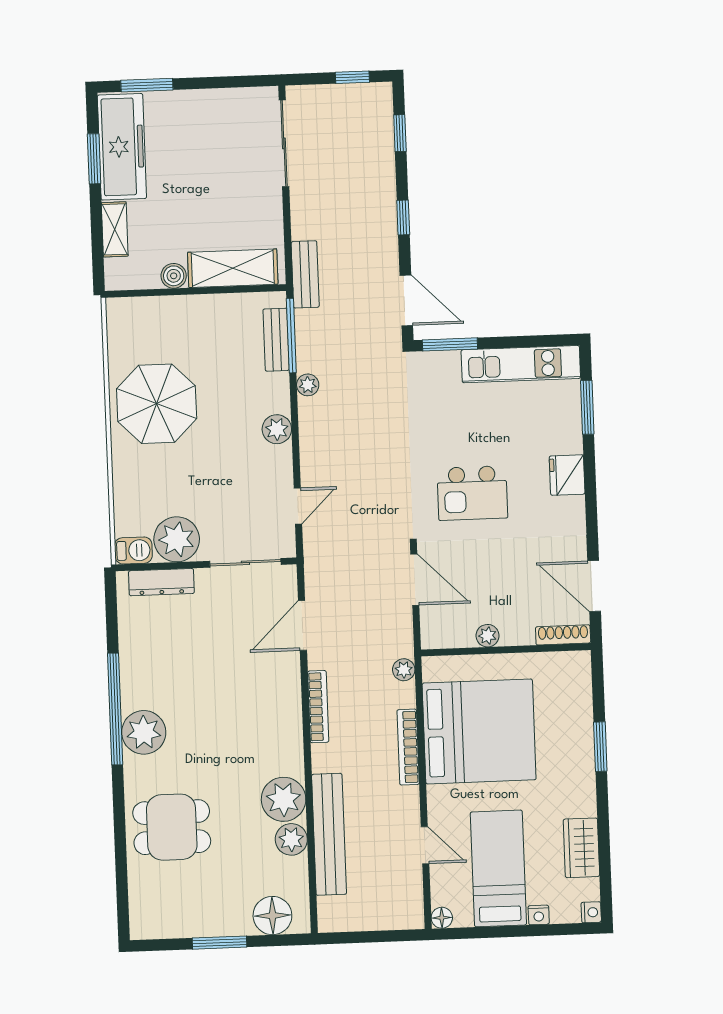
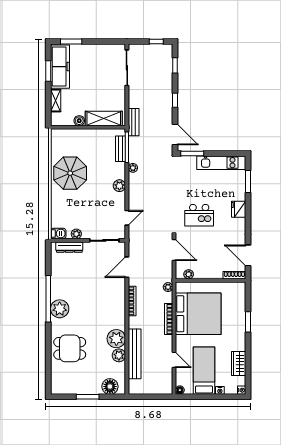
plant: (177, 539) -> (76, 234), width x0.53, depth x0.53
plant: (487, 636) -> (189, 274), moved

